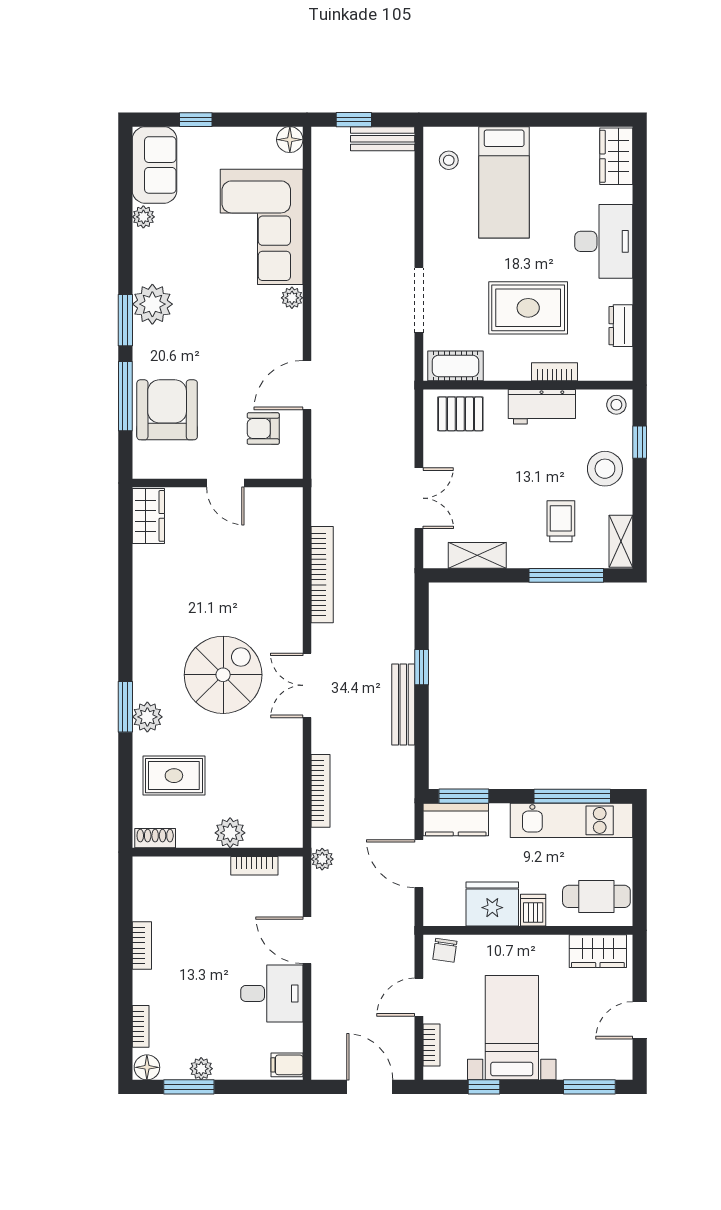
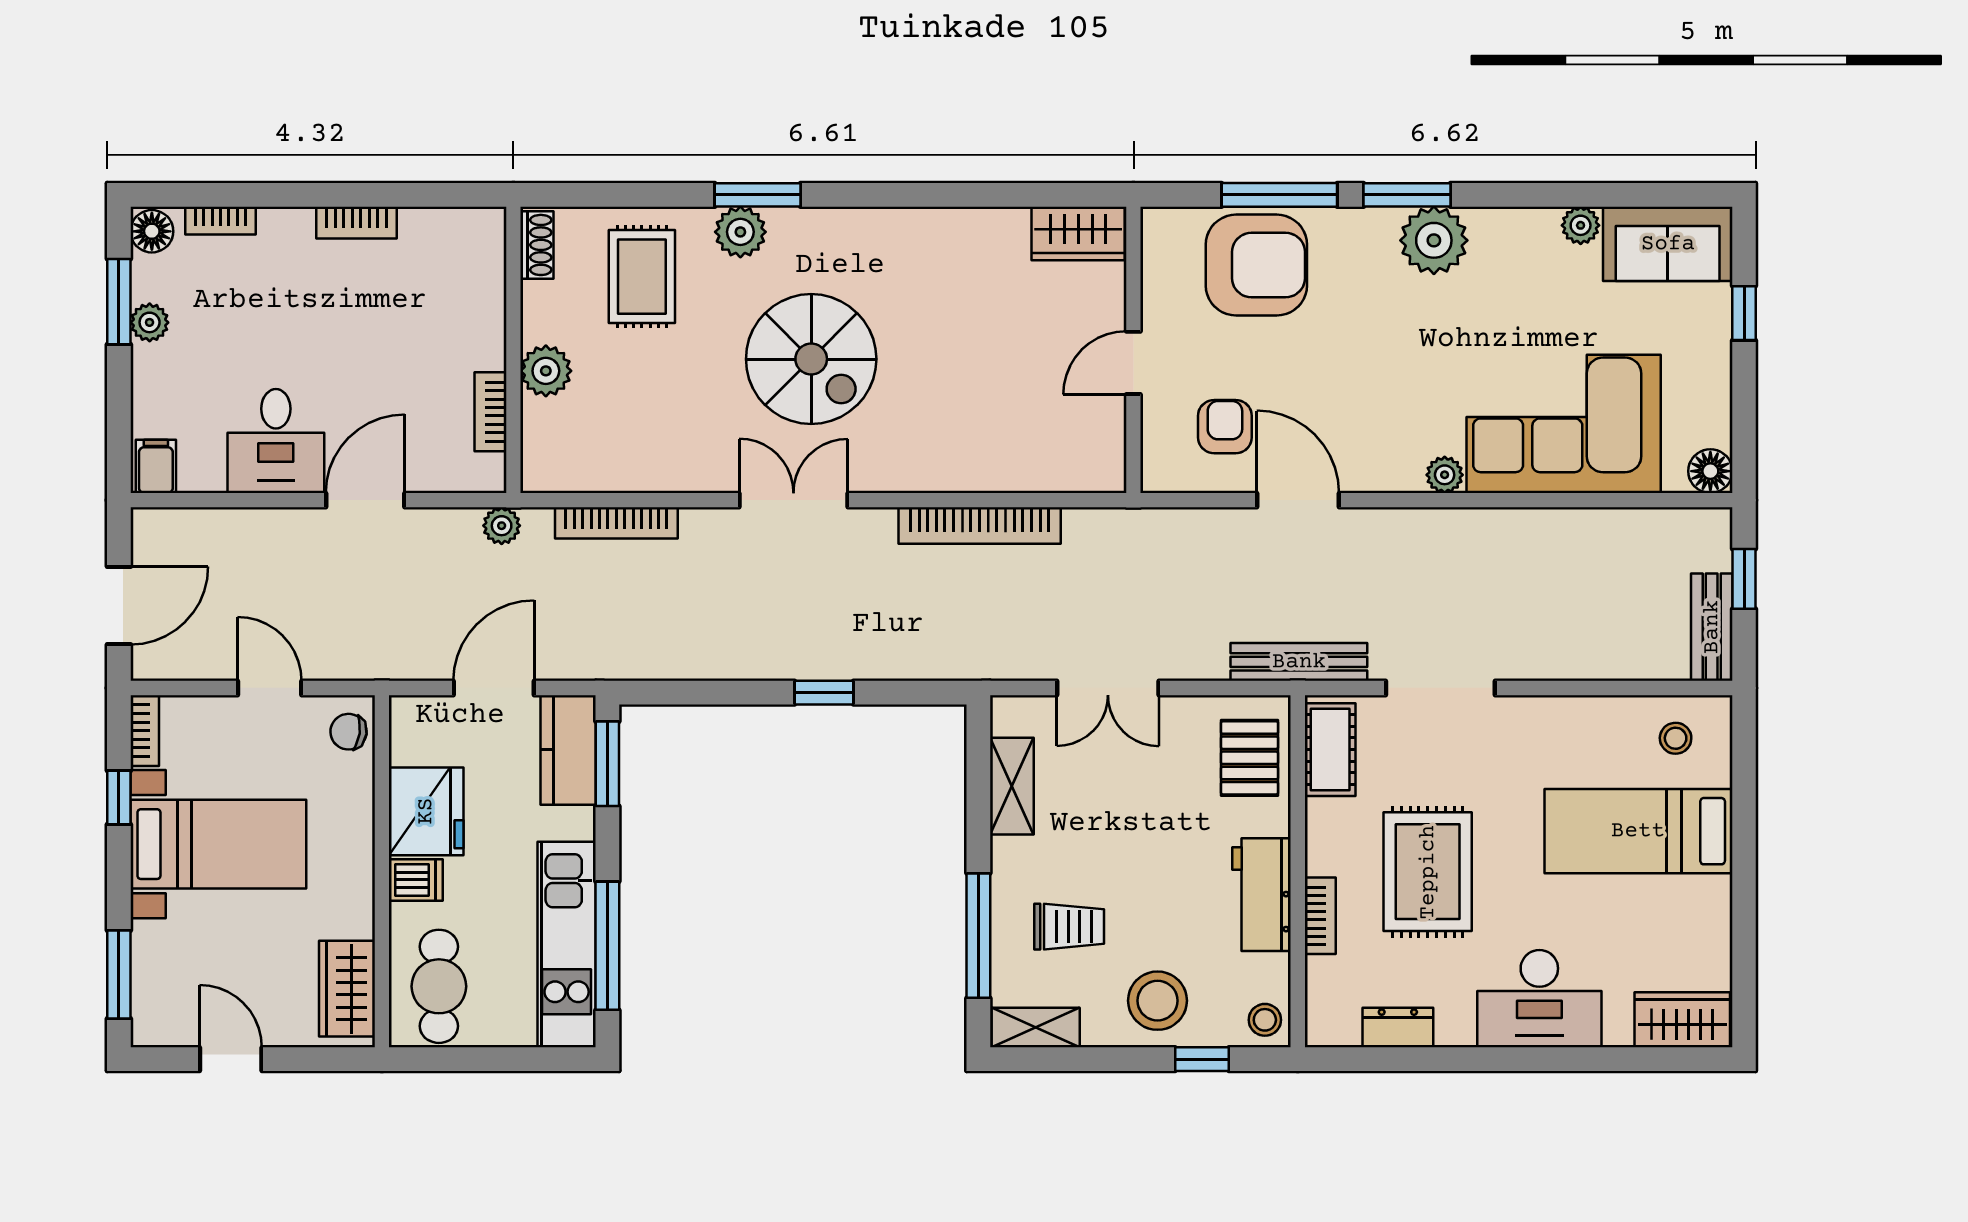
bench: (403, 704) -> (1299, 662), moved
bookcase: (432, 1045) -> (145, 731), moved, turned -90

